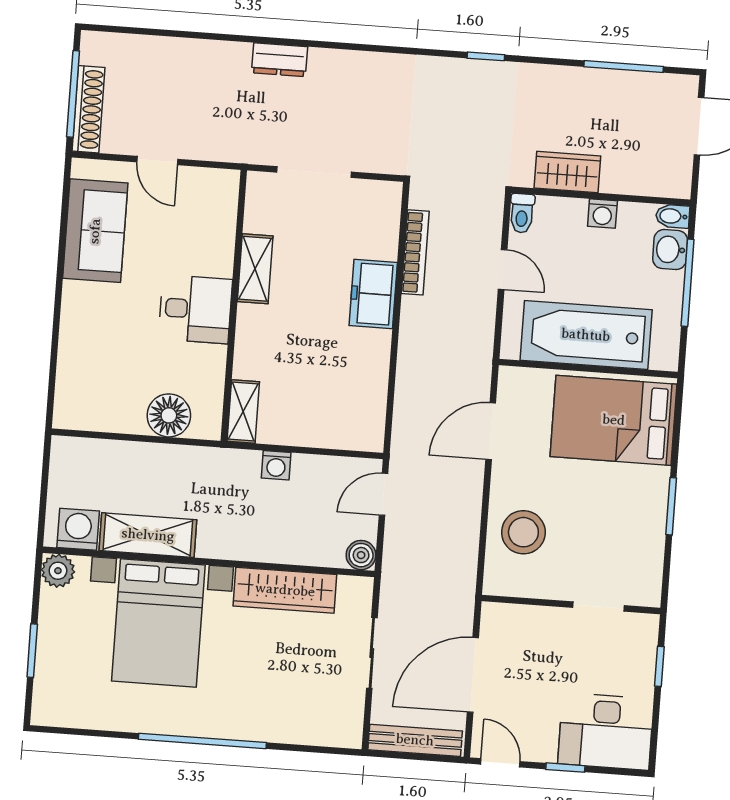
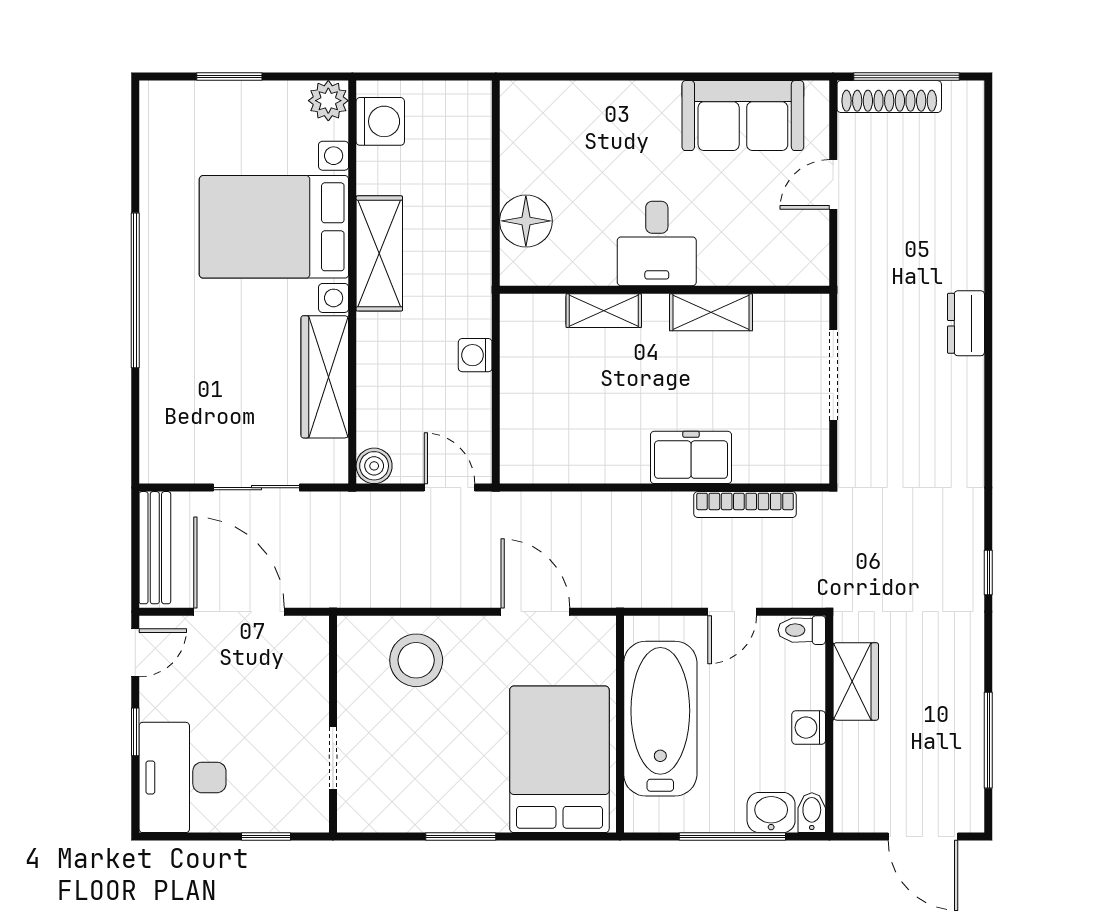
shelving: (243, 412) -> (604, 311), moved
shelving: (148, 535) -> (379, 253), moved

